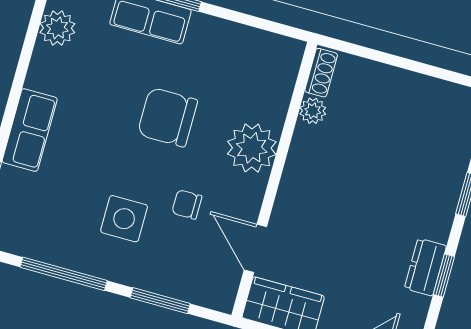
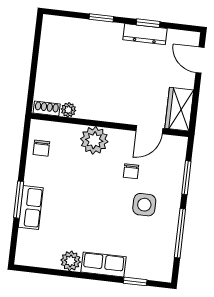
plant: (57, 28) -> (71, 261), moved
chair: (167, 117) -> (41, 148), moved, width x0.54, depth x0.54
dresser: (425, 267) -> (145, 34), width x1.44

